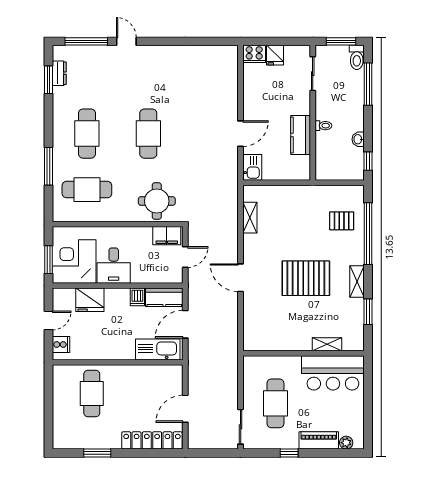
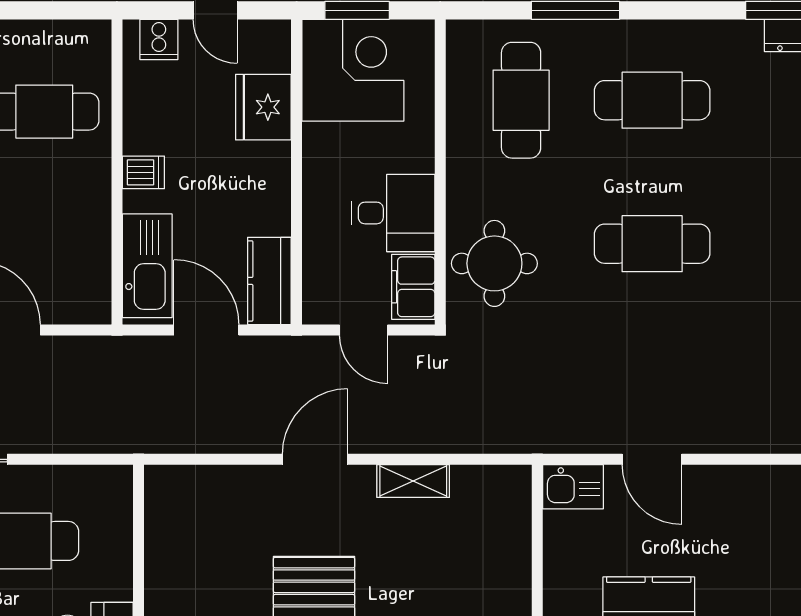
shelving: (250, 218) -> (413, 481), moved
desk: (114, 266) -> (393, 213), moved, turned 180
dishwasher: (137, 297) -> (143, 172), moved, turned 180

